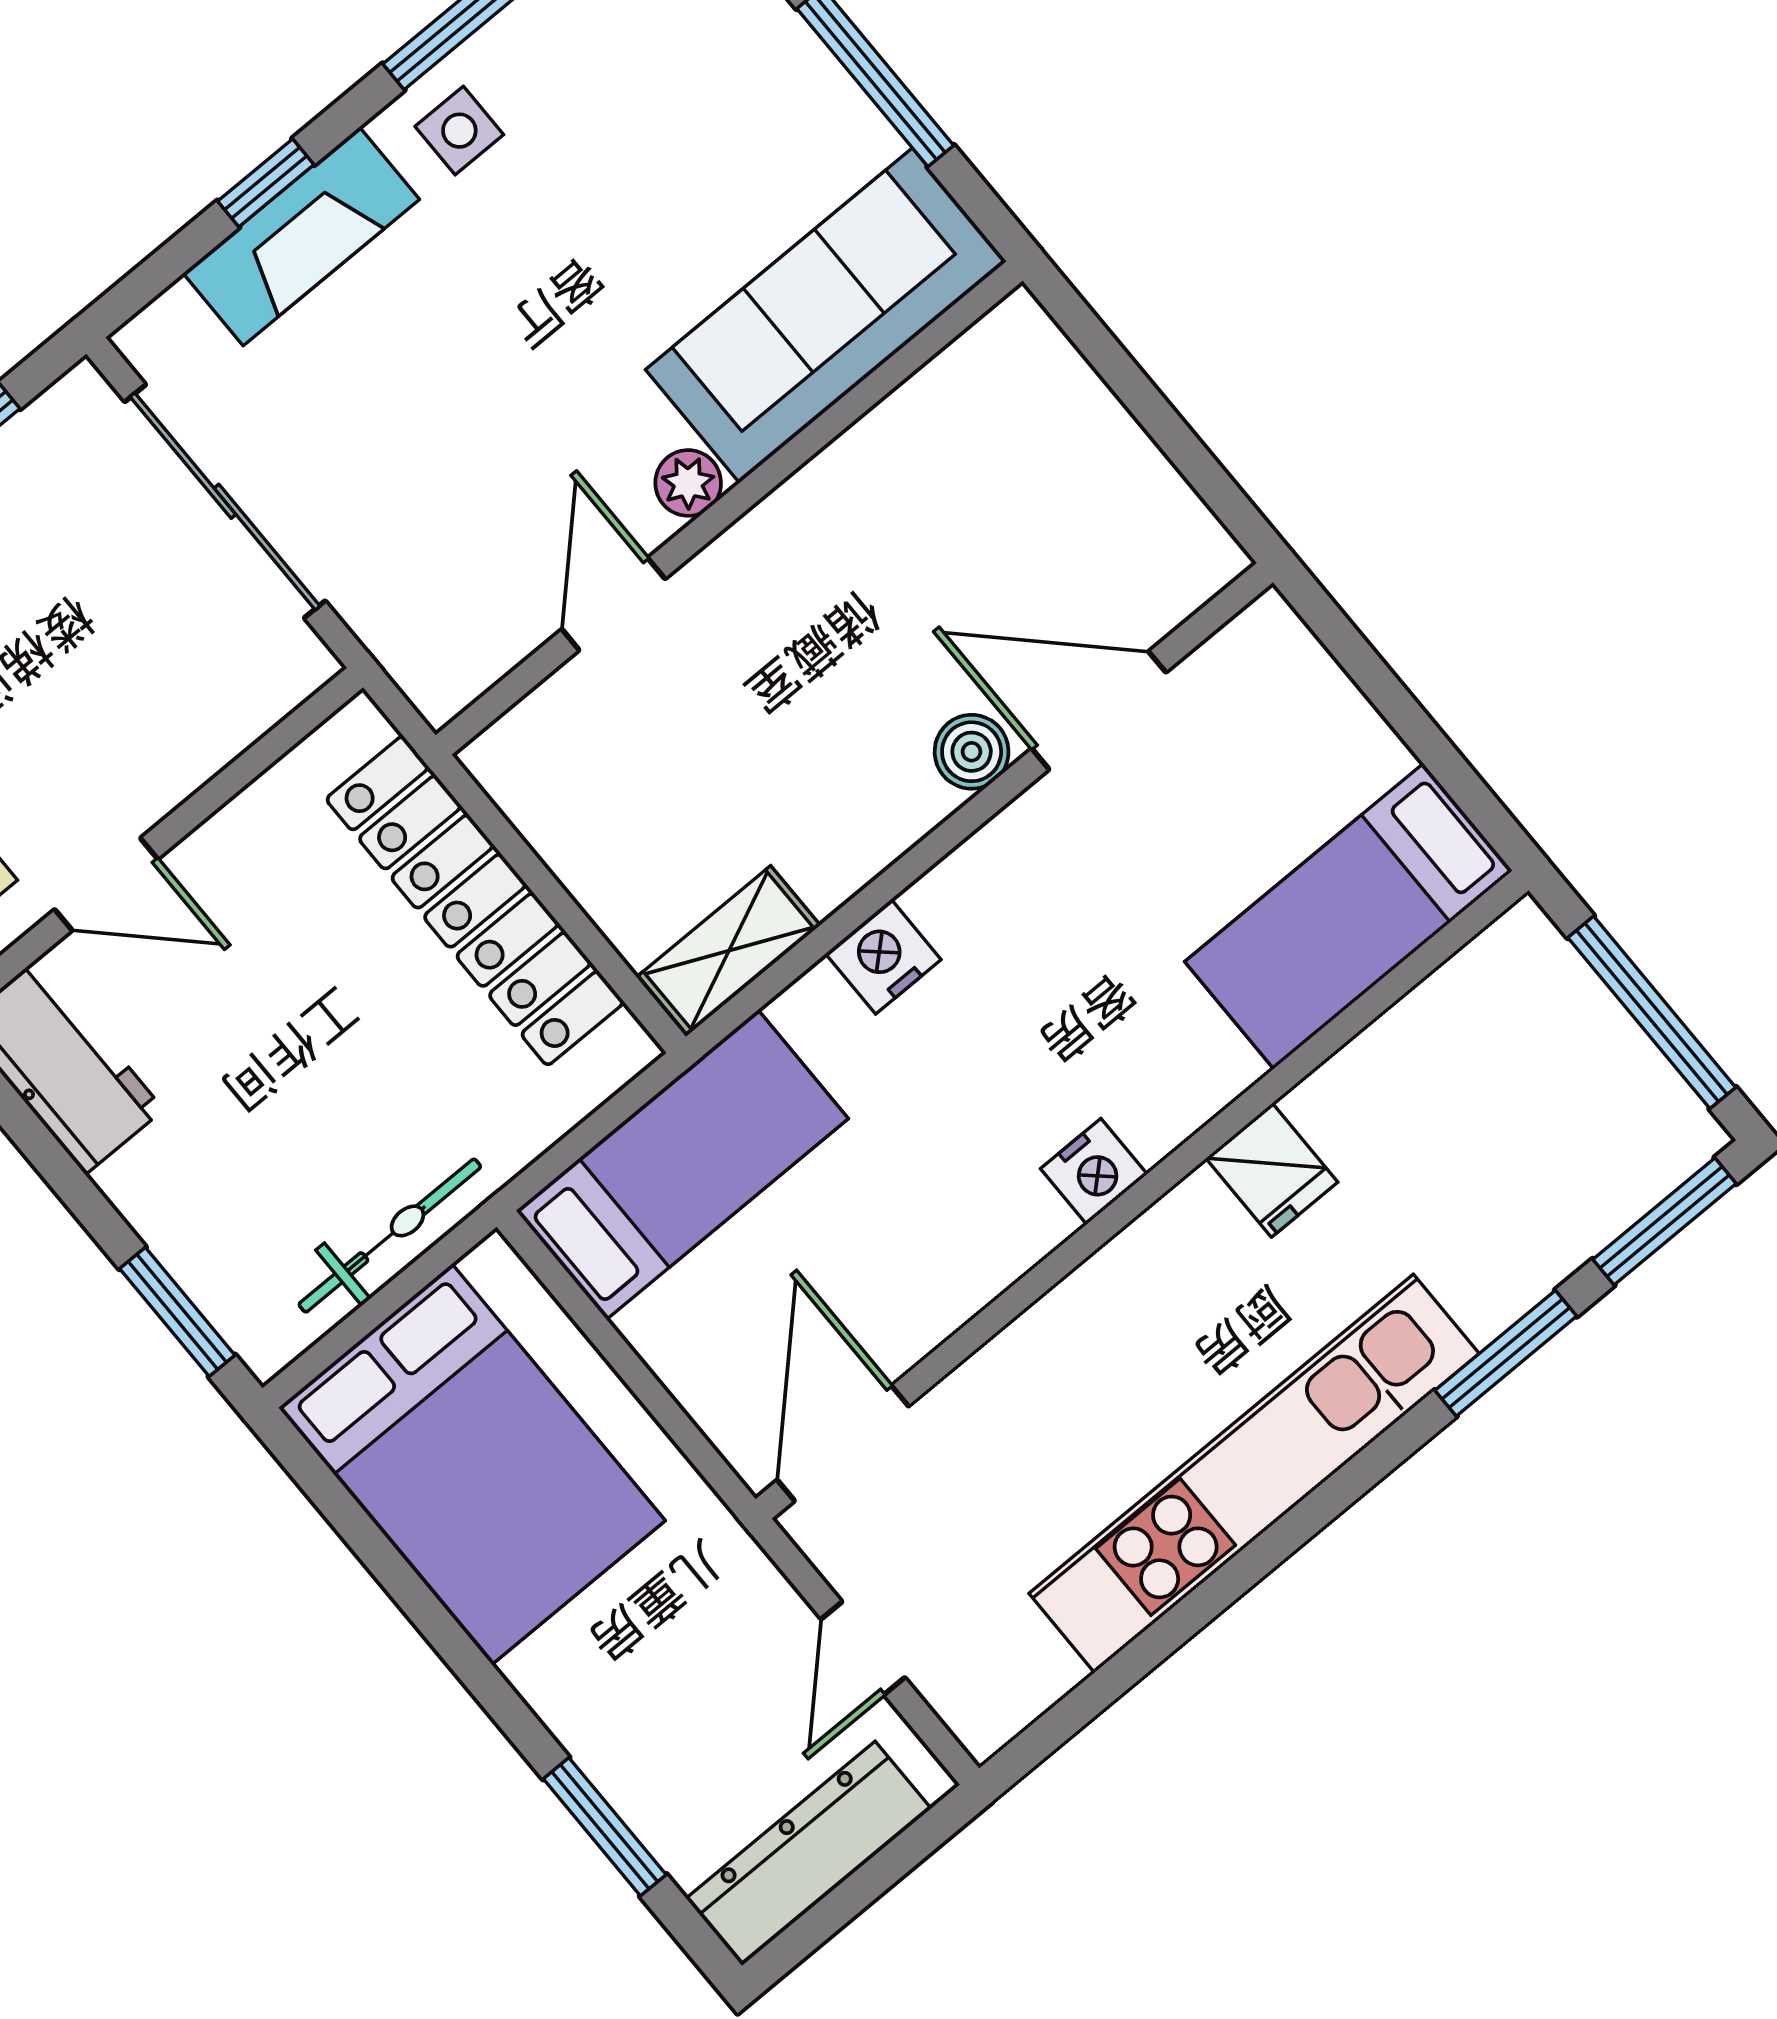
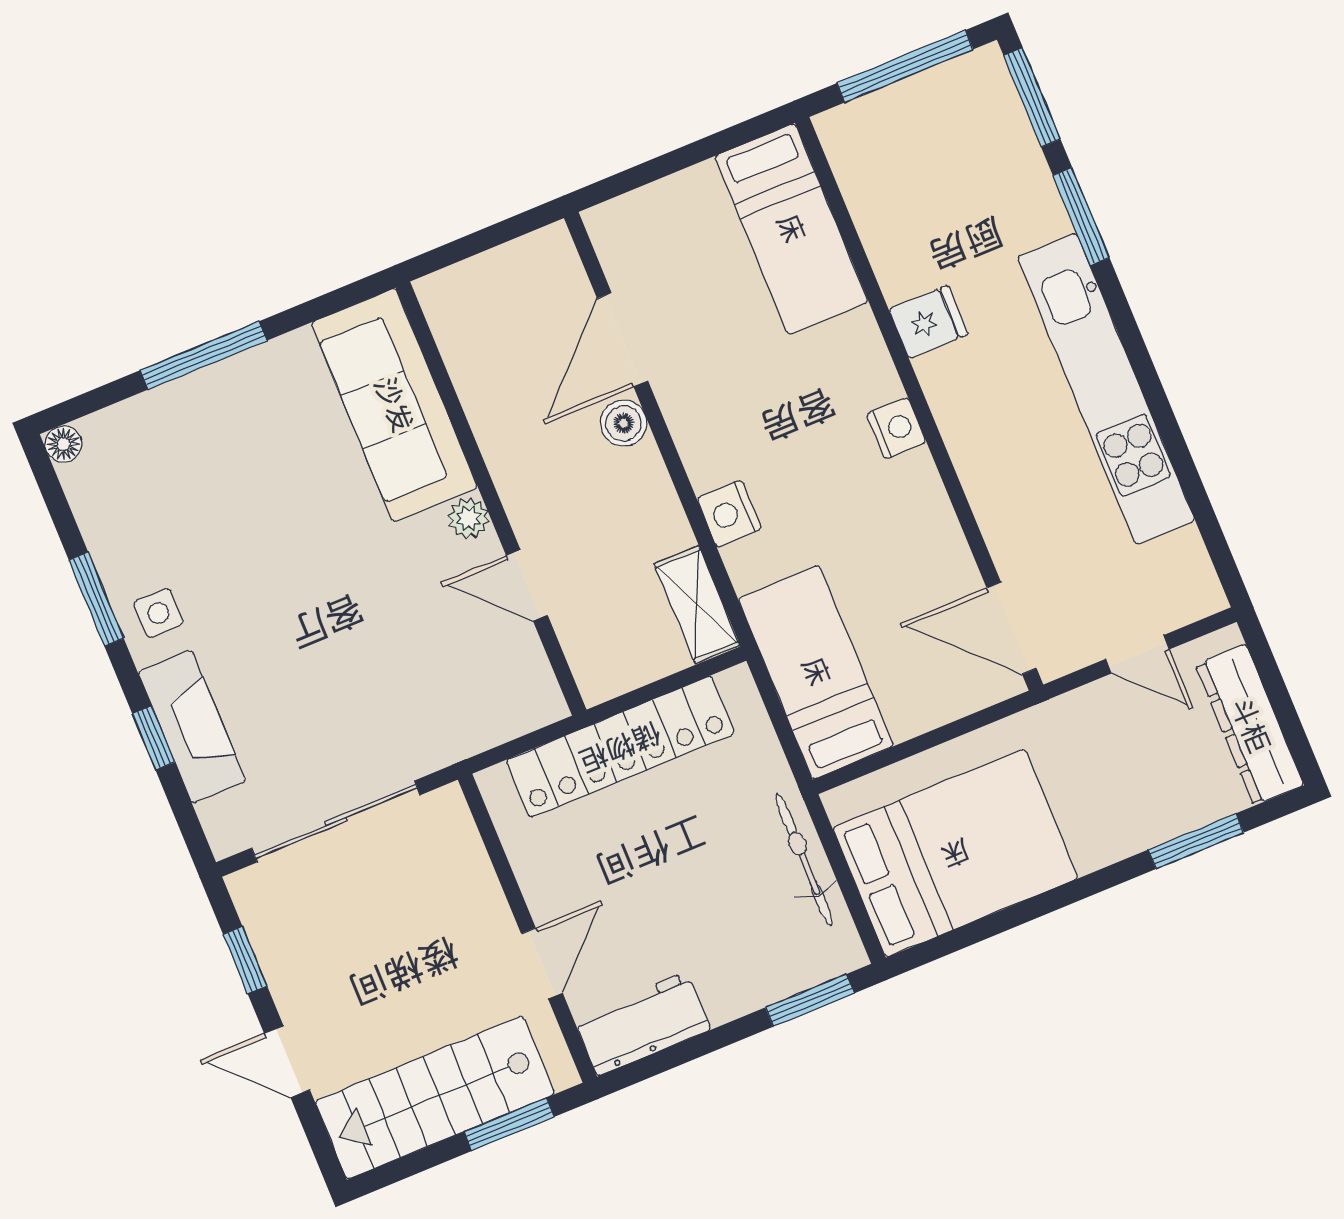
sofa: (826, 315) -> (394, 405), moved
plant: (688, 483) -> (469, 518), moved
wall: (729, 508) -> (491, 499), moved
door: (613, 604) -> (527, 585), moved

